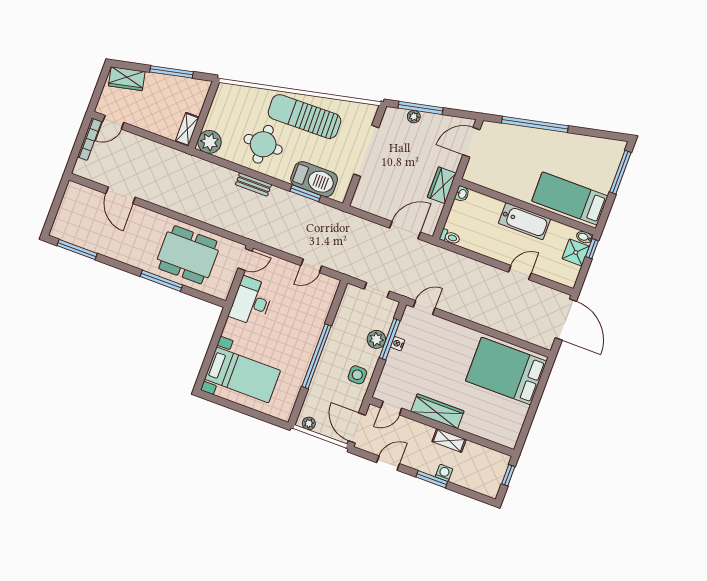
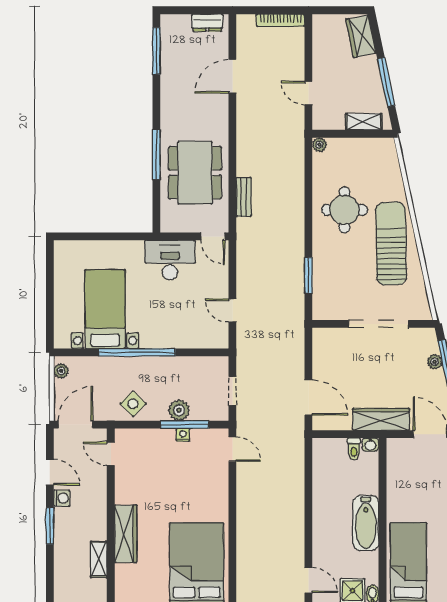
door: (113, 122) -> (308, 93), moved
shelving: (187, 129) -> (364, 122), moved
plant: (209, 142) -> (319, 145), width x0.53, depth x0.53
barbecue: (314, 179) -> (327, 279), removed
bench: (253, 185) -> (244, 197), moved
wardrobe: (442, 185) -> (381, 419), width x1.50
dresser: (69, 200) -> (207, 23), added
toilet: (450, 237) -> (354, 449), moved
door: (520, 273) -> (308, 580), moved
bed with nightstands: (242, 375) -> (105, 309), moved, turned 180
side table: (357, 375) -> (133, 404), turned 45
wardrobe: (437, 411) -> (126, 534), moved
shelving: (449, 440) -> (99, 559), moved
washing machine: (444, 473) -> (62, 498), moved

